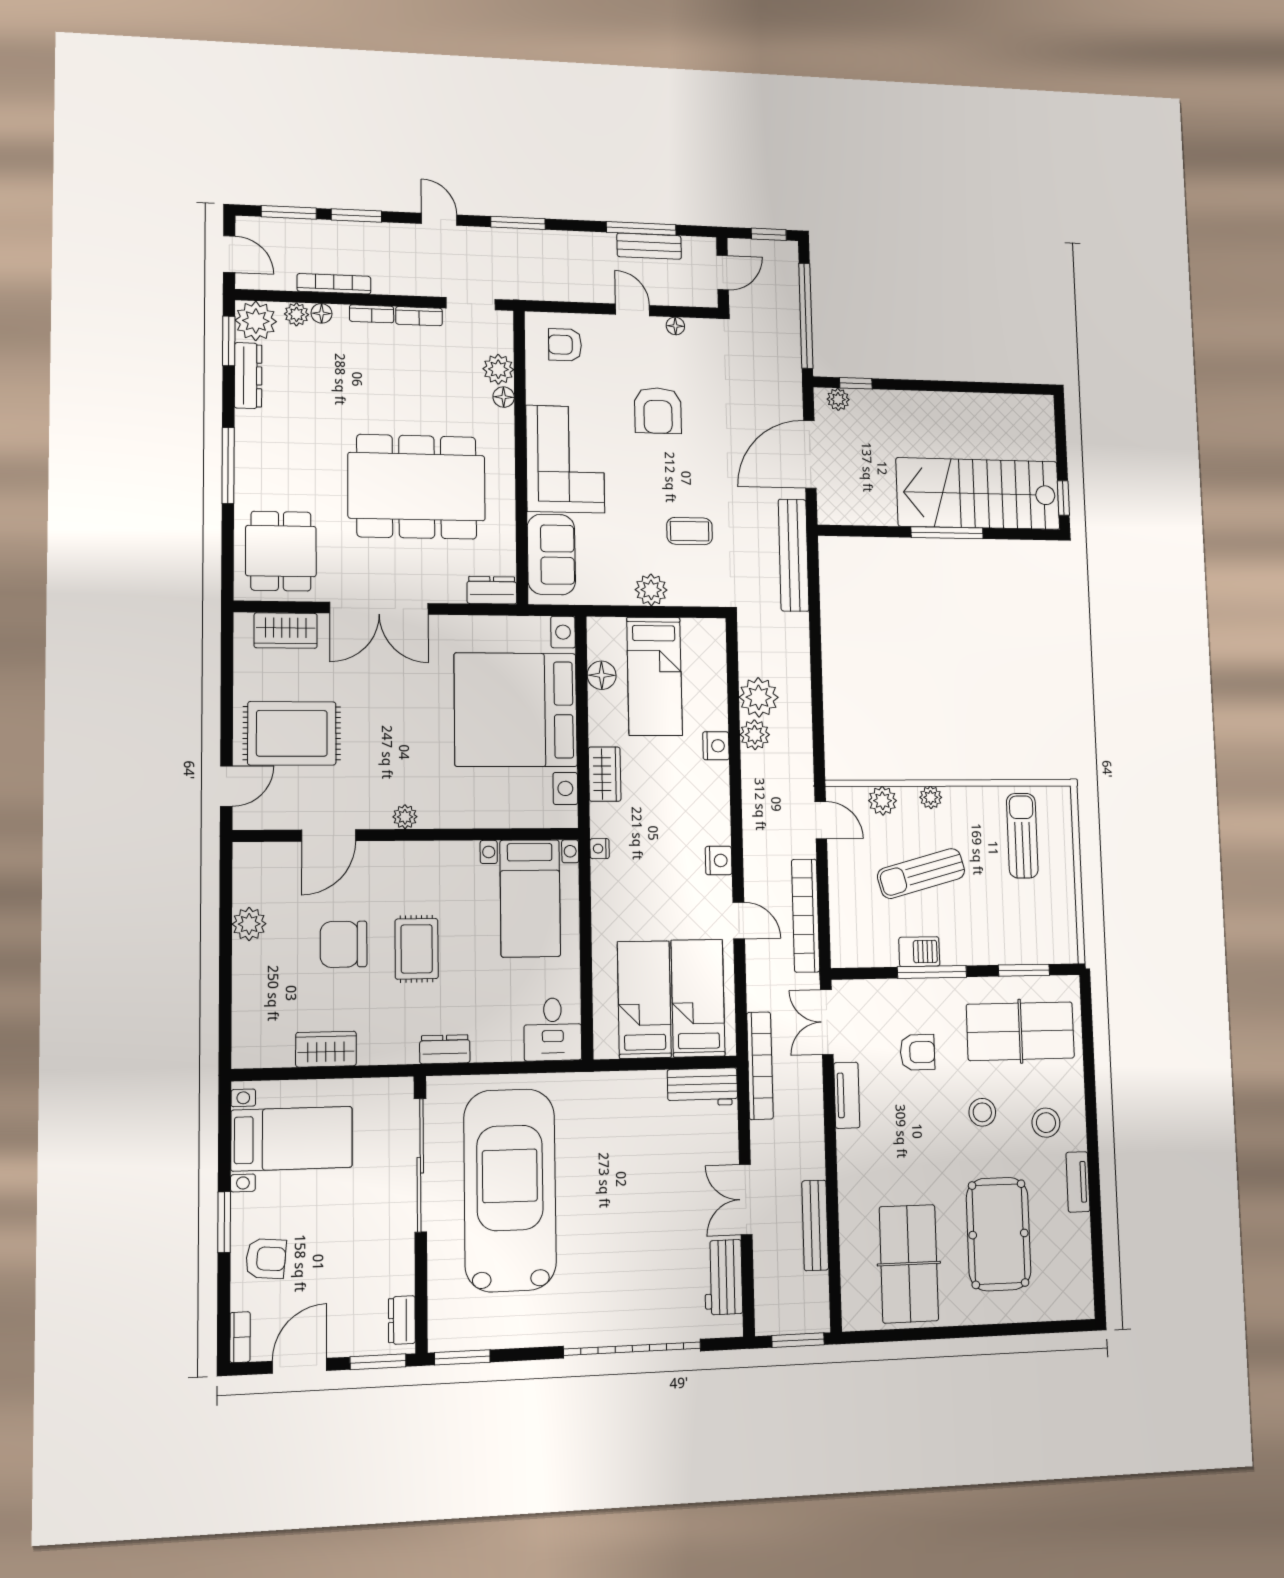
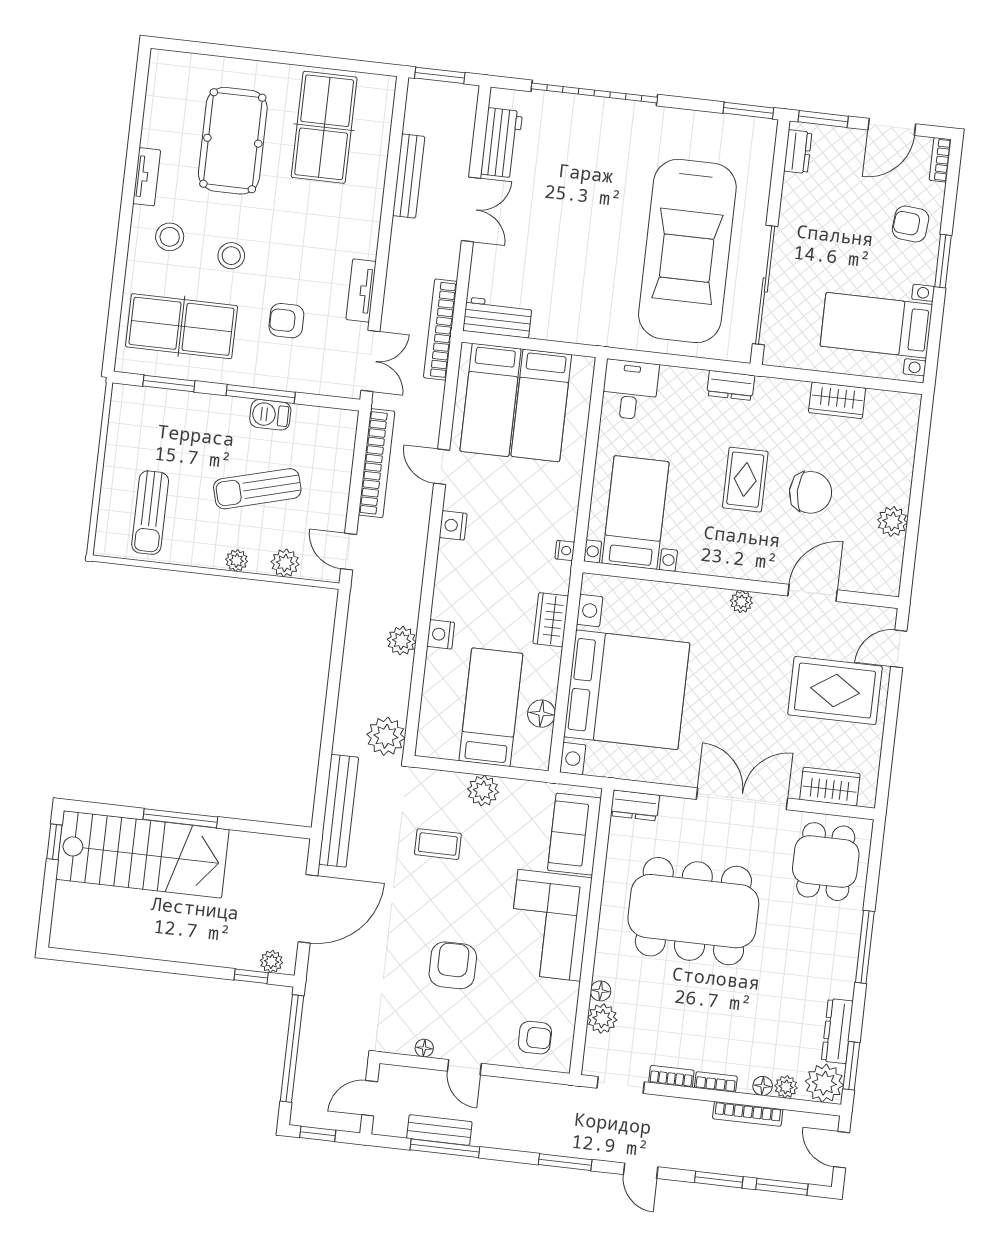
plant: (759, 697) -> (386, 736), moved
sun lounger: (921, 873) -> (257, 489), turned 180

